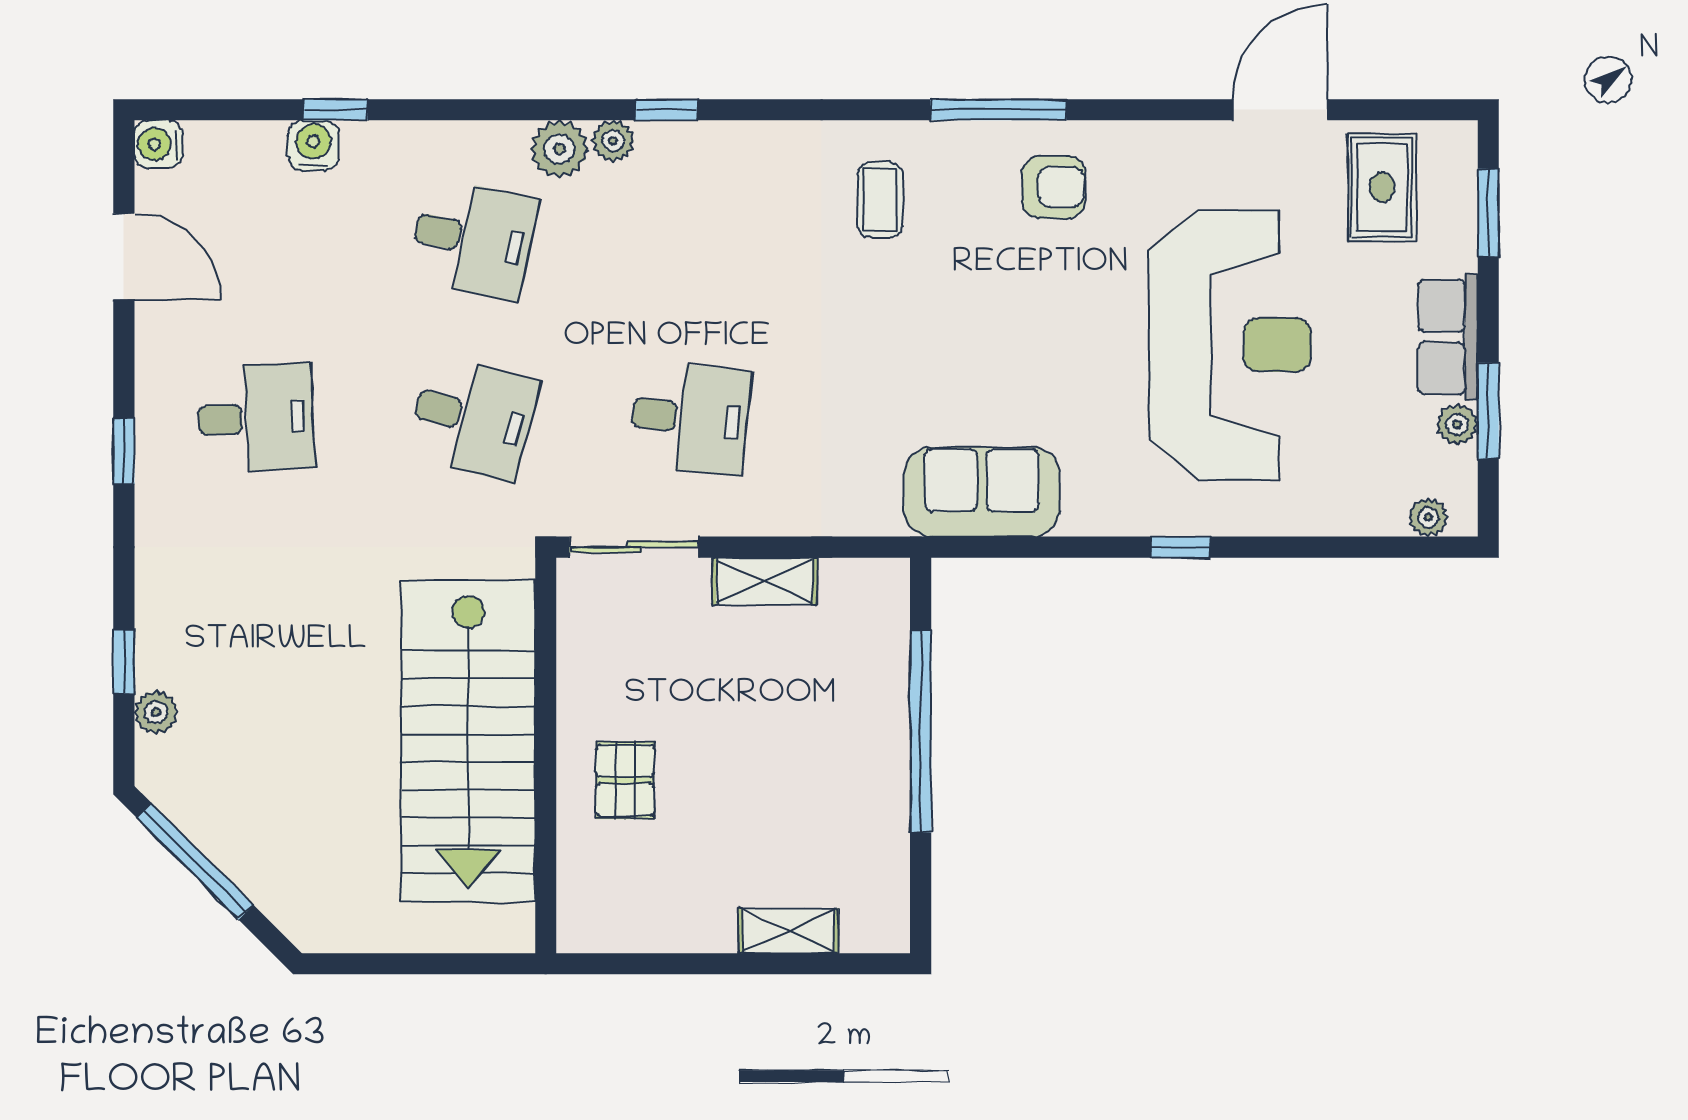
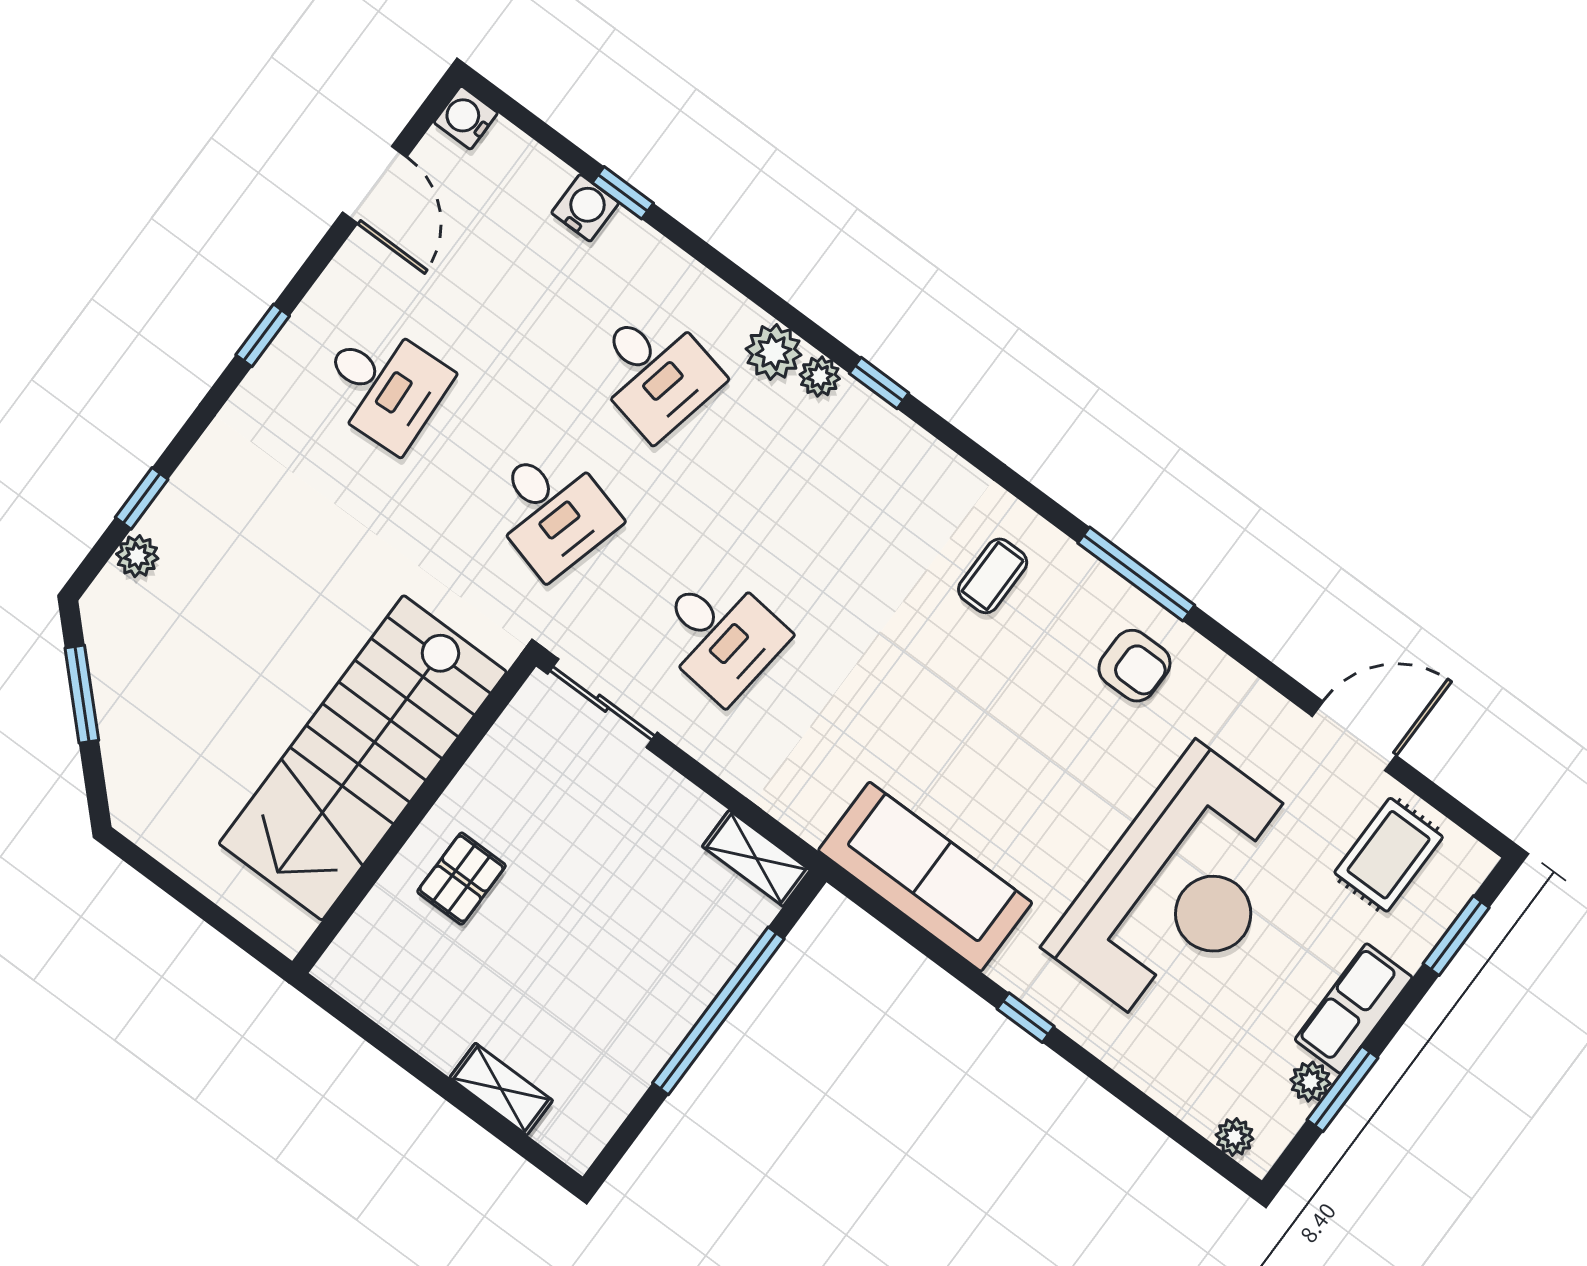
sofa: (982, 492) -> (925, 877), width x1.36
shelving: (764, 581) -> (756, 858), moved
window: (195, 861) -> (82, 694), width x0.69

